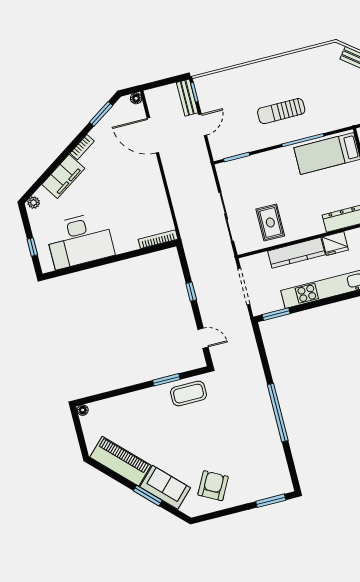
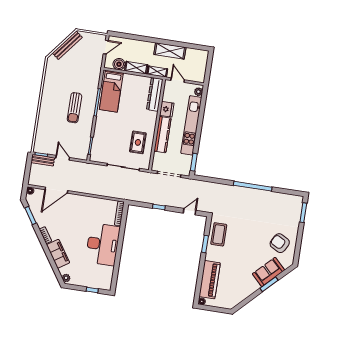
rug: (270, 222) -> (138, 142), turned 90
desk: (80, 240) -> (103, 244), moved
piano: (120, 461) -> (210, 280), moved, turned 135

